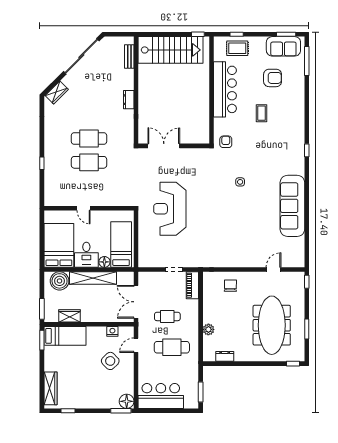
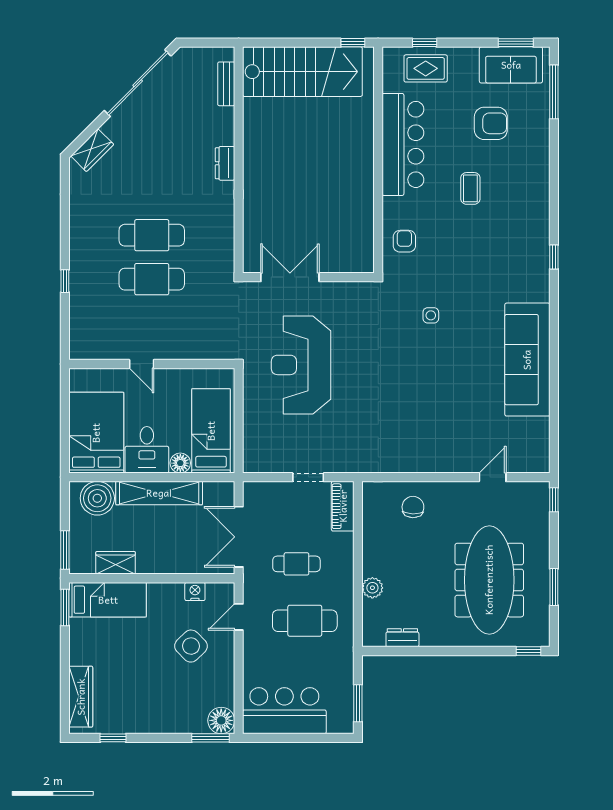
double door: (164, 146) -> (290, 277), moved
wall: (174, 146) -> (308, 277), moved

